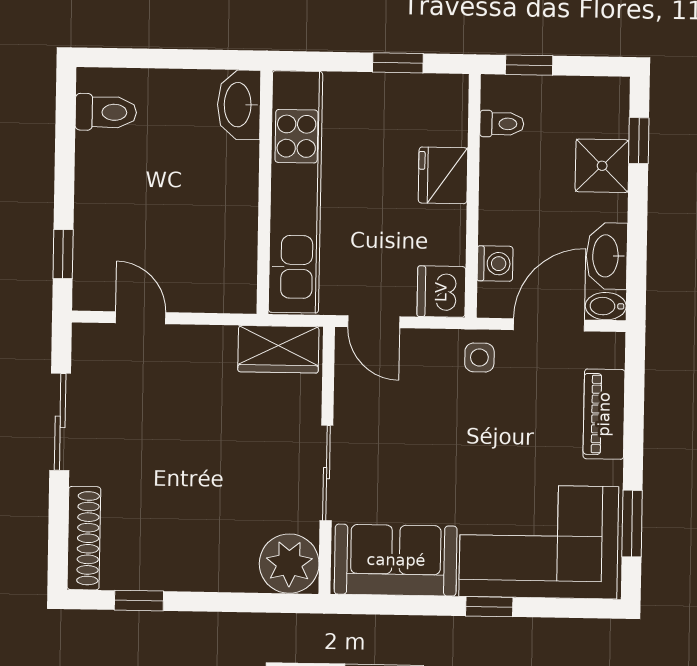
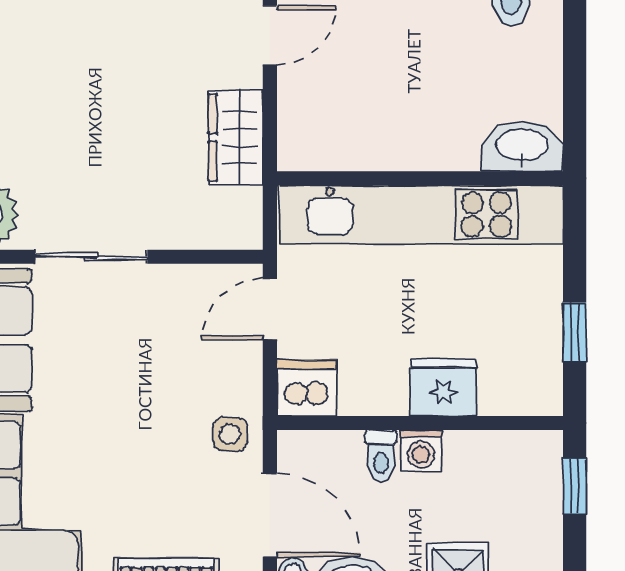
toilet: (502, 124) -> (381, 456), moved
washing machine: (495, 264) -> (421, 451), moved
wardrobe: (278, 349) -> (236, 137), moved

